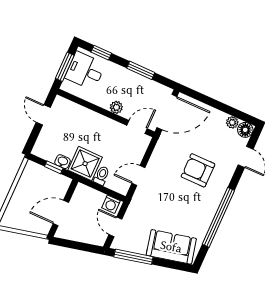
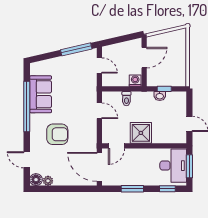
desk: (85, 71) -> (173, 166), width x1.37
plant: (116, 107) -> (138, 154), removed
door: (167, 112) -> (99, 167), hinge flipped
shower: (85, 164) -> (141, 133), moved
door: (138, 176) -> (99, 111), hinge flipped
washing machine: (111, 204) -> (135, 81), moved
sofa: (171, 247) -> (41, 94), moved, turned -77

